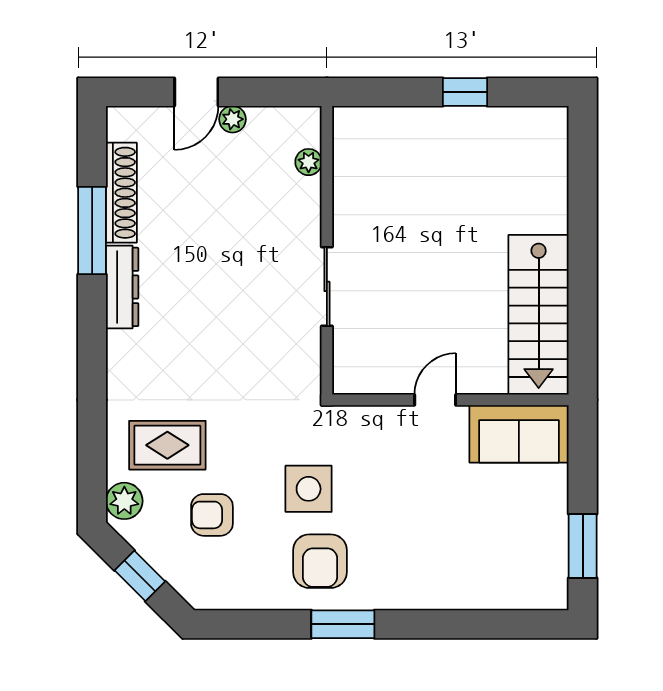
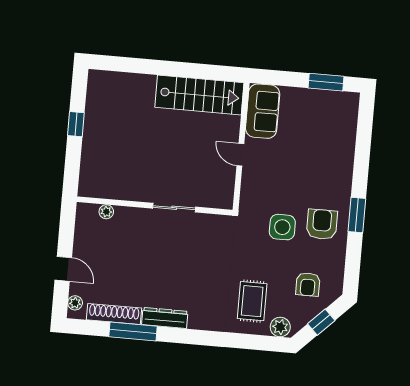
plant: (232, 119) -> (75, 303), moved
armchair: (212, 515) -> (308, 284), moved
armchair: (320, 561) -> (322, 224), turned -90

